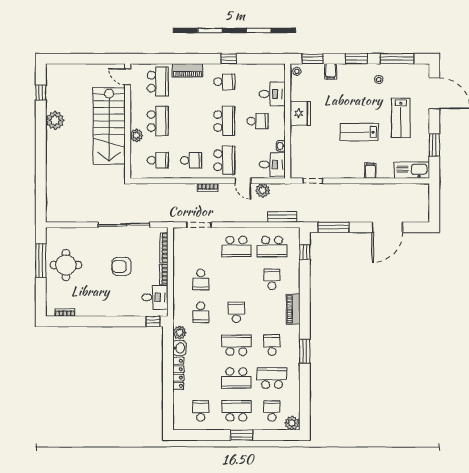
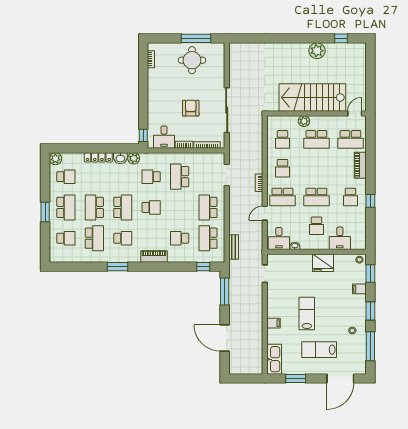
plant: (263, 190) -> (257, 230), removed
school desk: (201, 279) -> (180, 177), width x1.85
school desk: (272, 279) -> (180, 238), turned 180
plant: (292, 423) -> (55, 159), moved

